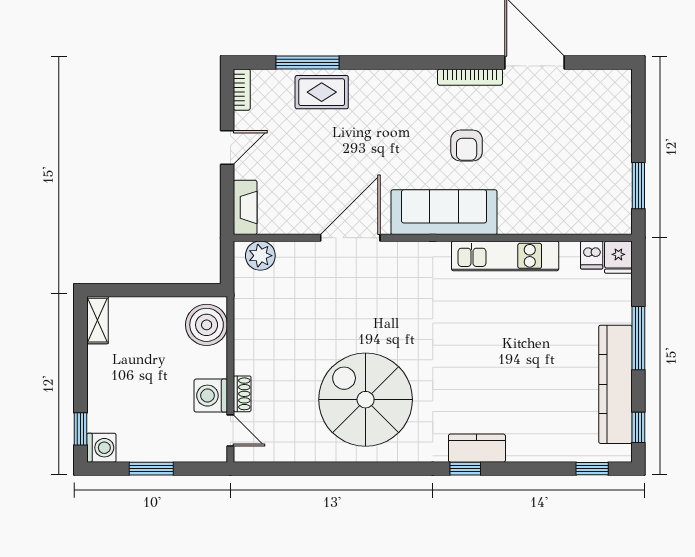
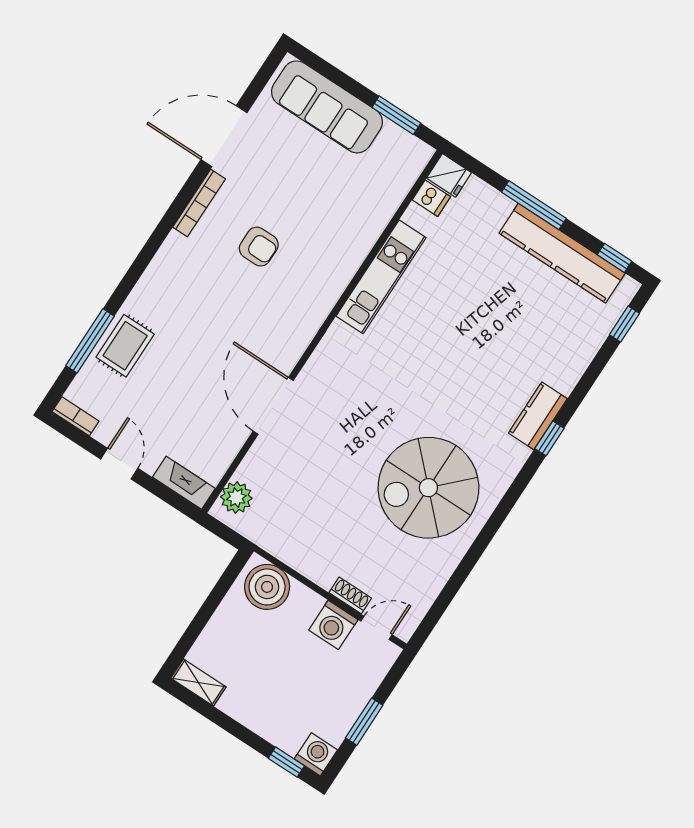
sofa: (444, 212) -> (327, 107), moved, turned -90

